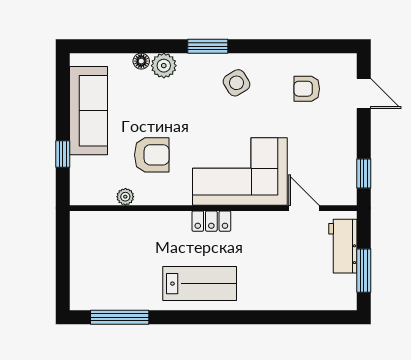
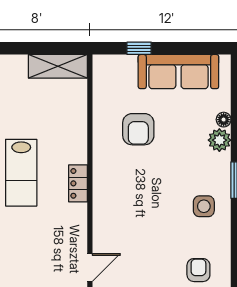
side table: (237, 83) -> (204, 206), turned 32
corner sofa: (240, 171) -> (123, 209), removed
plant: (125, 197) -> (100, 105), removed
shelving: (83, 243) -> (58, 66), added

